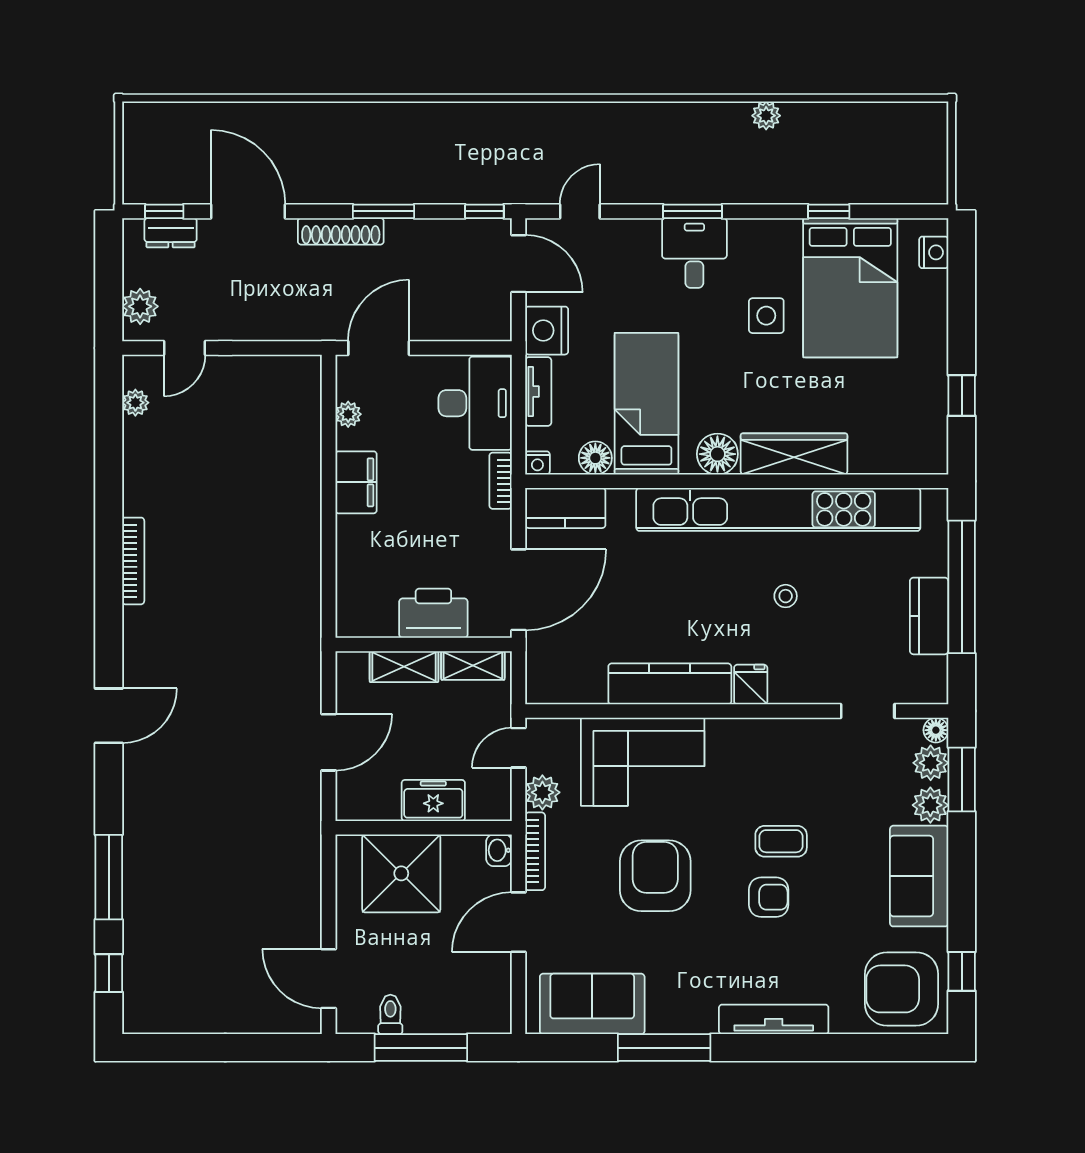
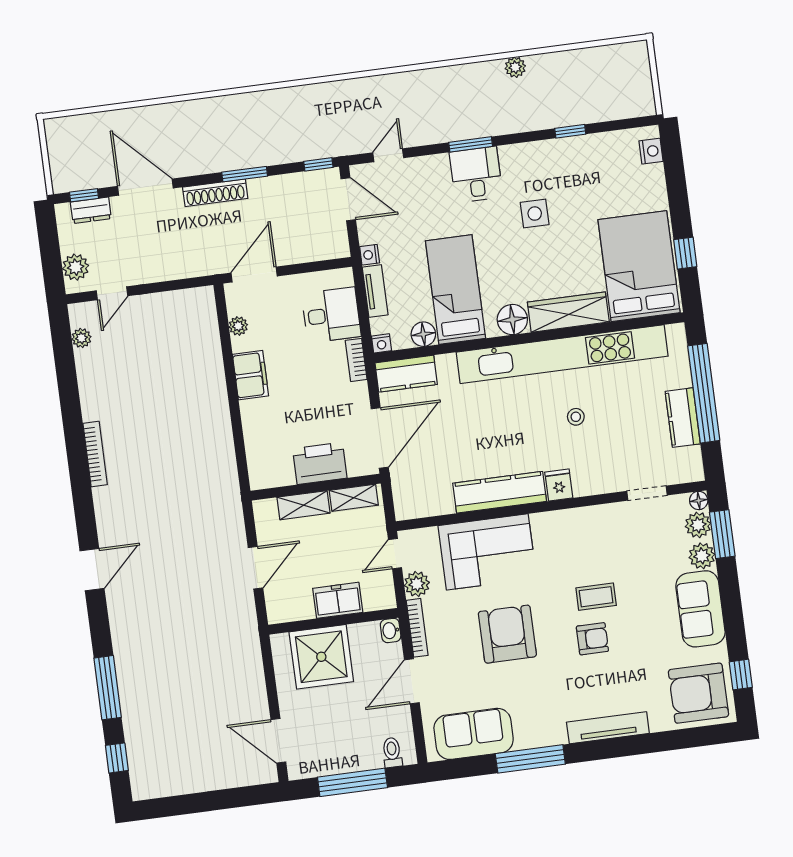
bed: (850, 288) -> (639, 266), moved, turned 180
nightstand: (547, 331) -> (370, 255), width x0.53, depth x0.56
desk: (475, 403) -> (331, 315), width x0.73
toilet: (390, 1014) -> (392, 752), moved

